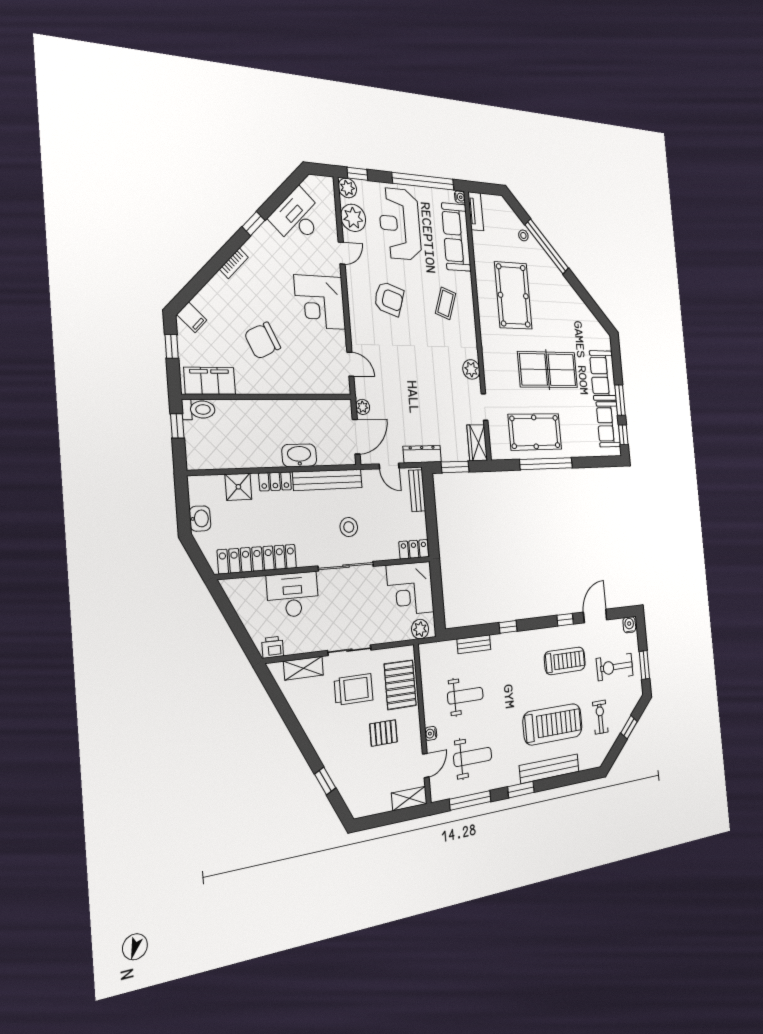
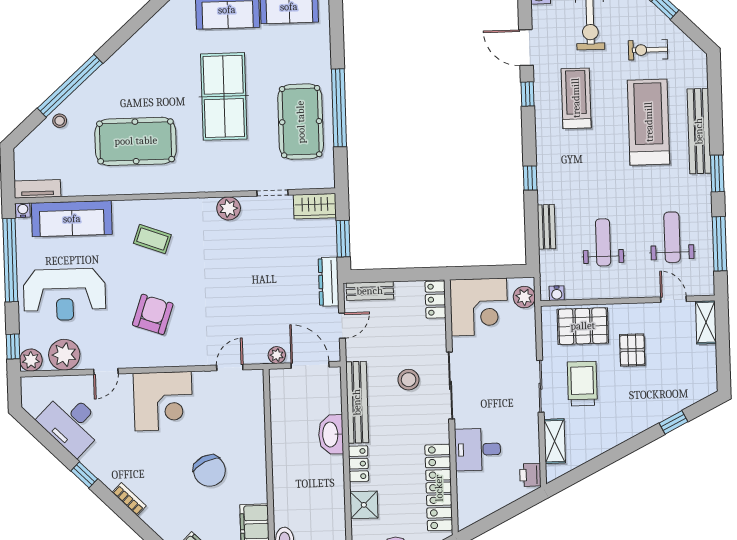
door: (342, 253) -> (106, 371), swing flipped
desk: (293, 595) -> (478, 449), width x0.73
water cooler: (431, 733) -> (557, 293), moved

